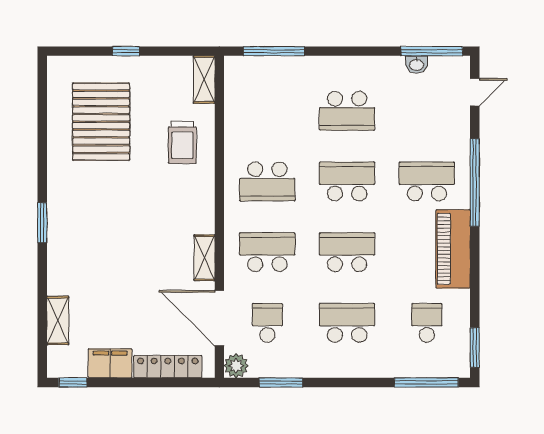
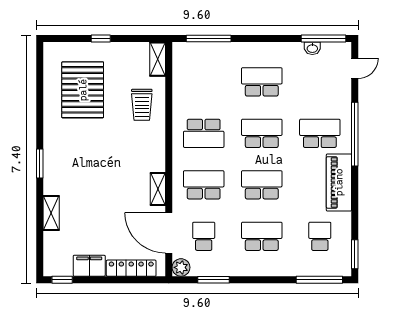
school desk: (347, 111) -> (262, 82), turned 180
shelving: (58, 320) -> (51, 213), moved

